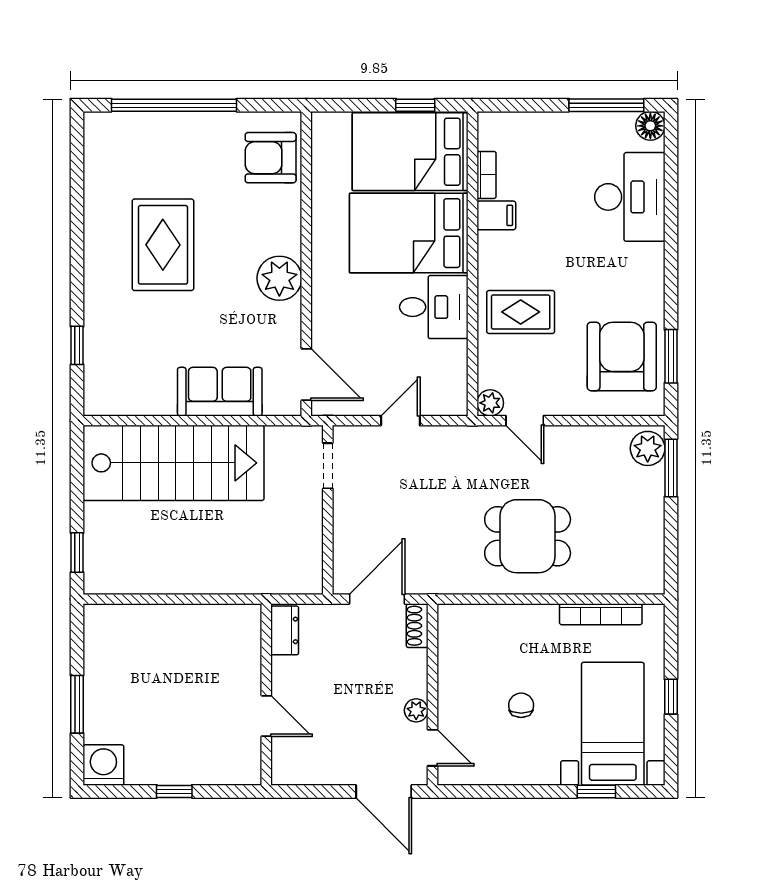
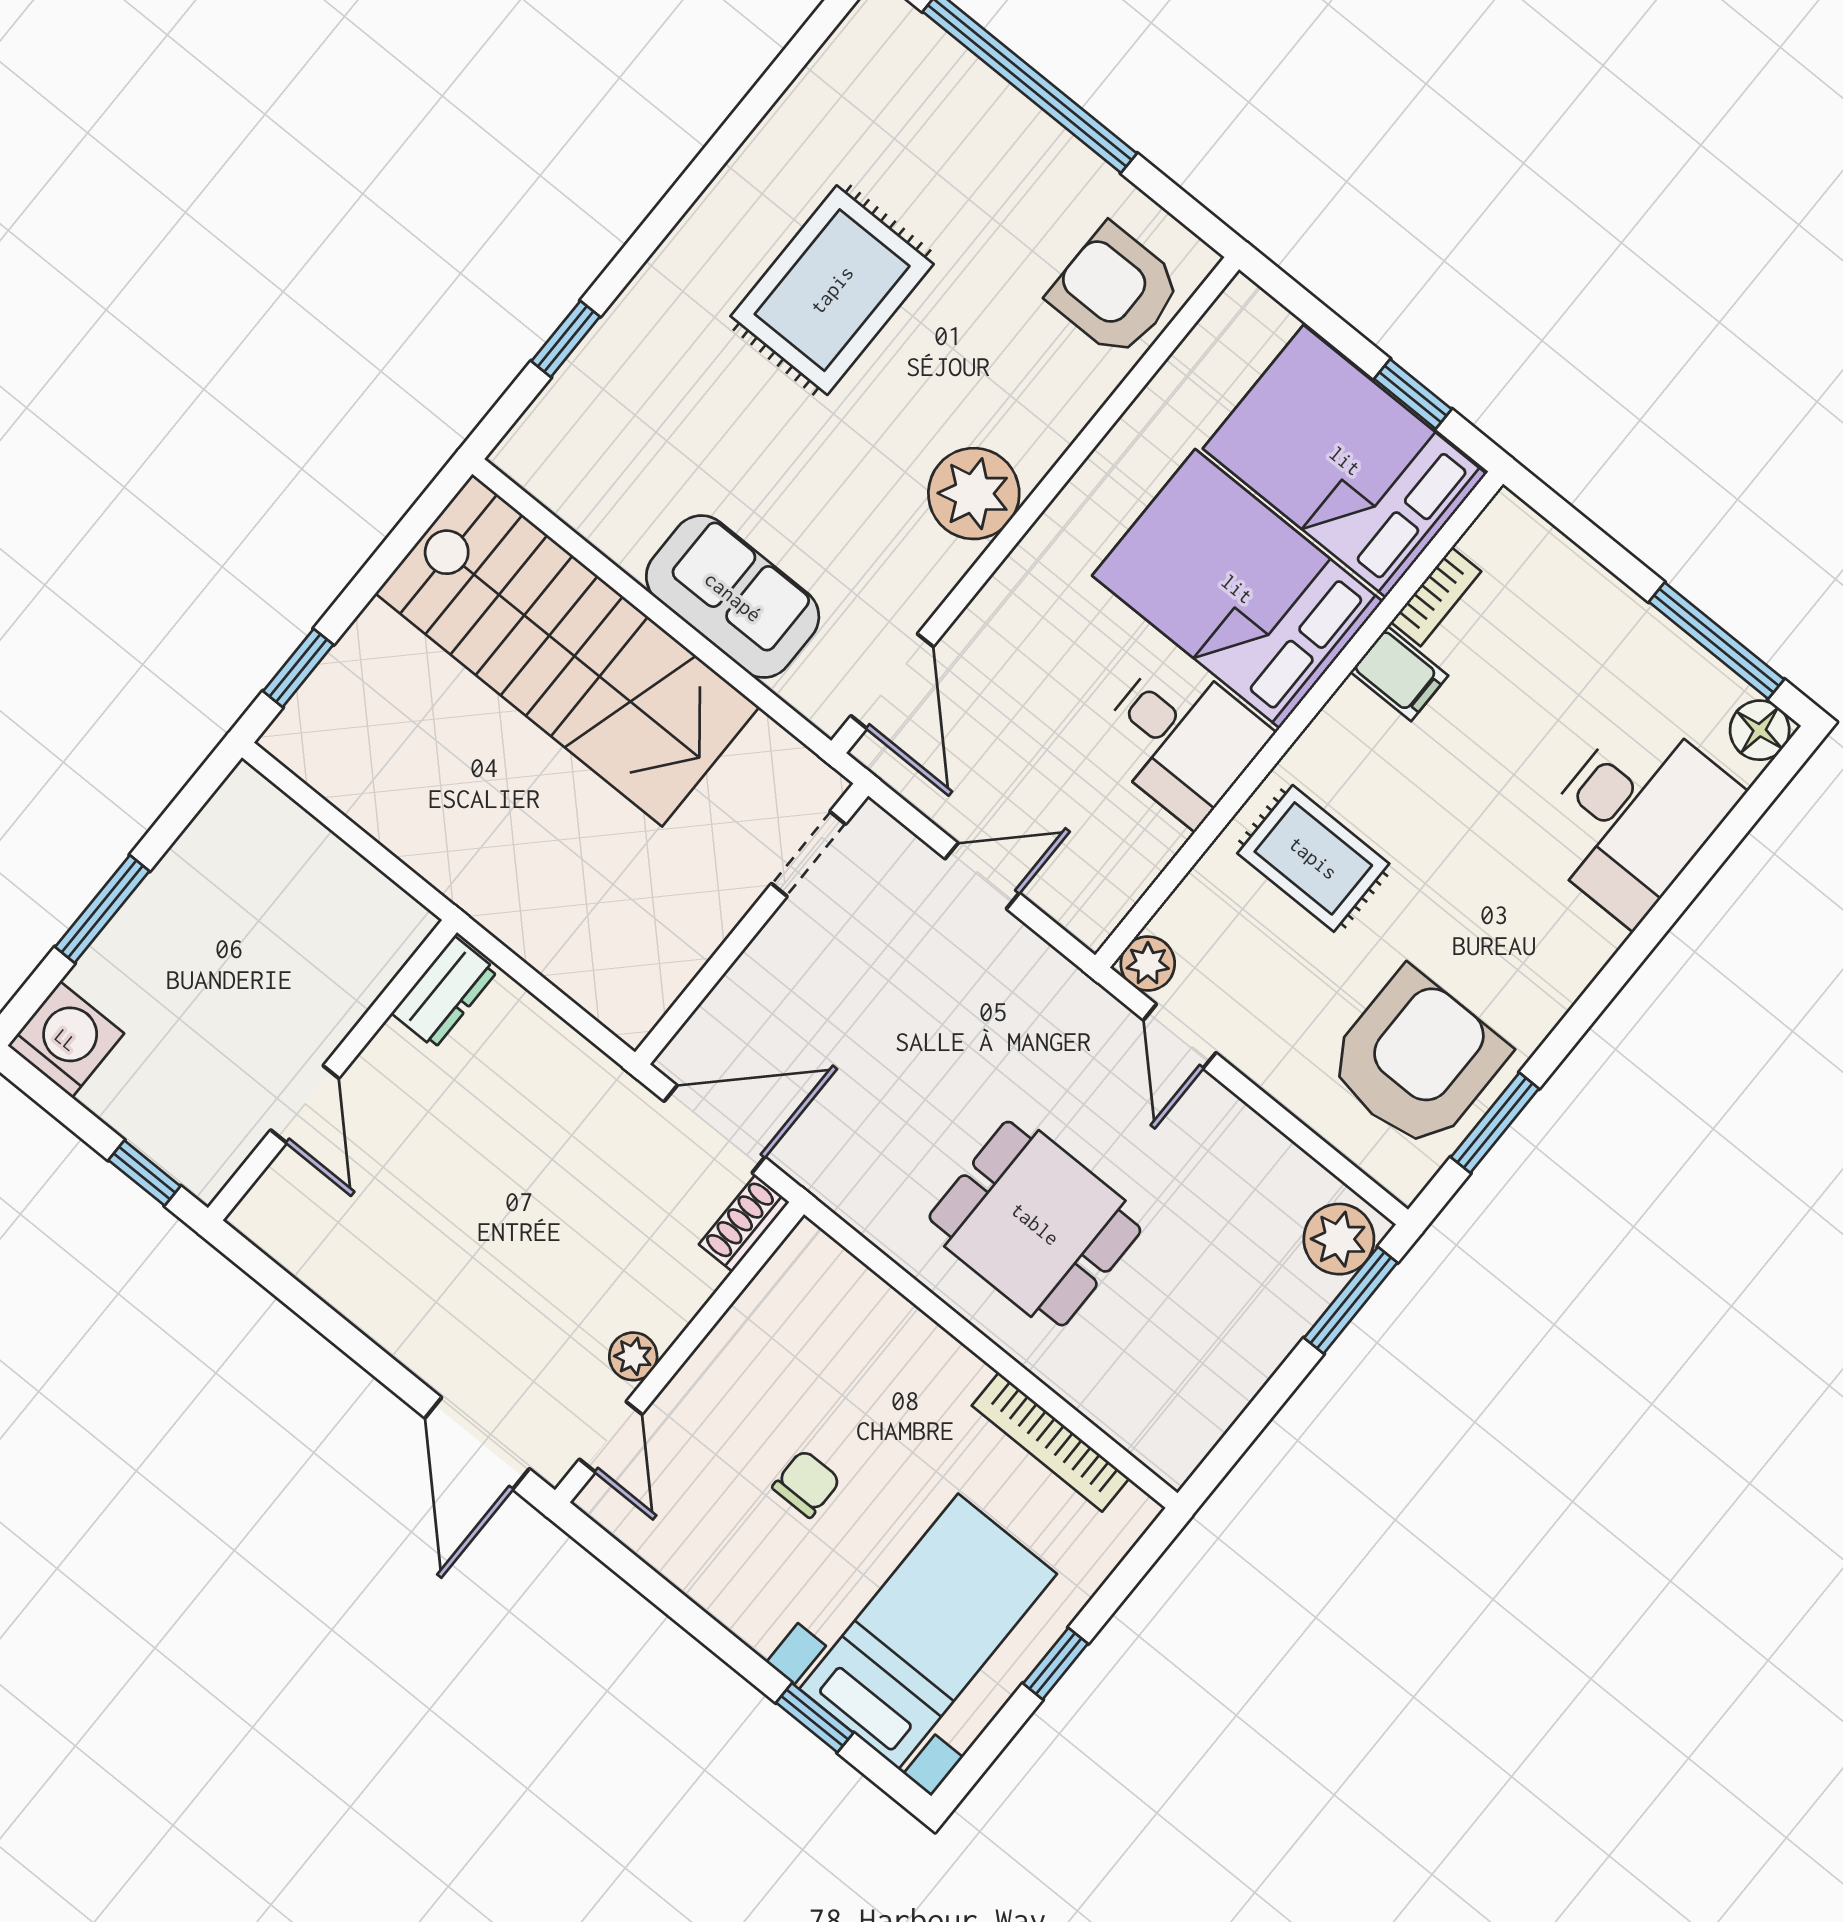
dresser: (285, 630) -> (444, 992), moved
wall: (266, 695) -> (332, 1070), moved
door: (266, 716) -> (305, 1104), moved

